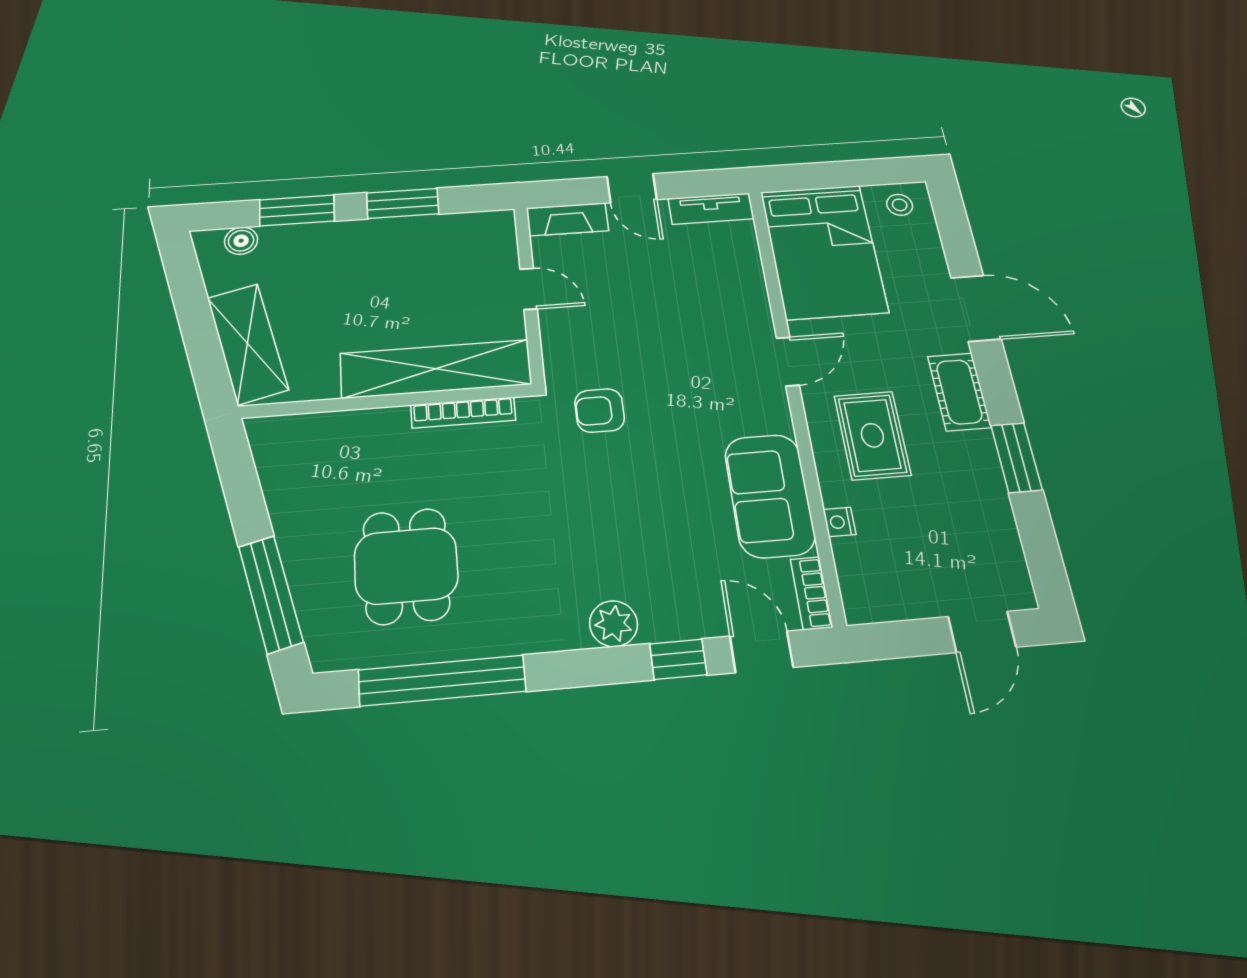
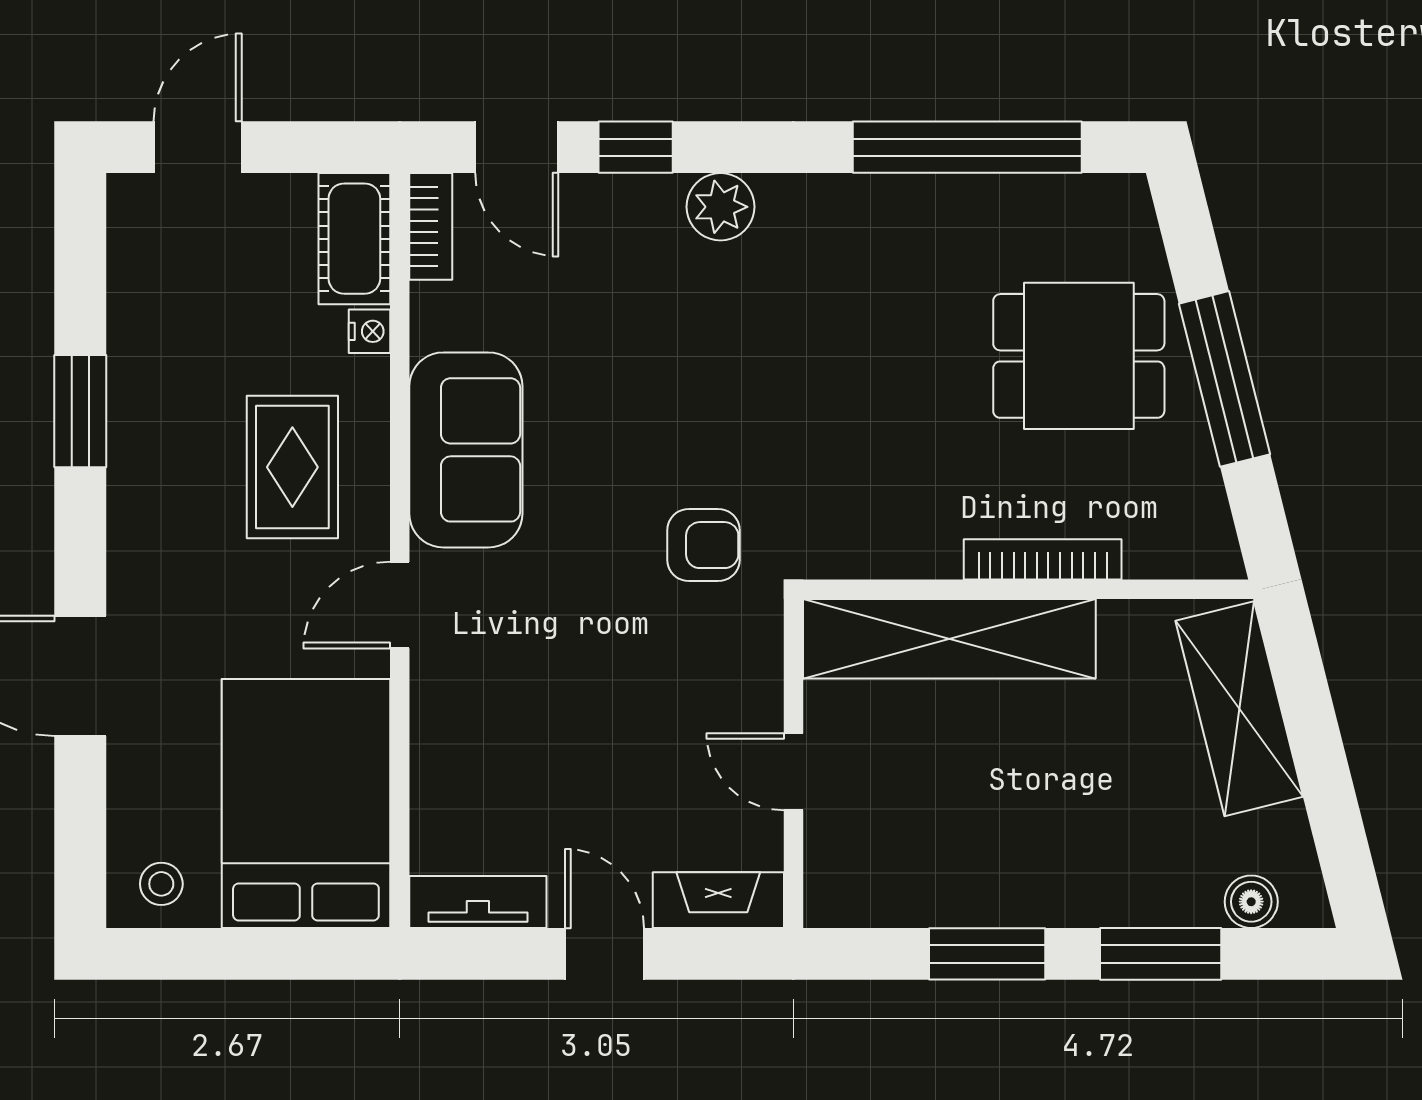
cot: (959, 392) -> (354, 239), moved
bookcase: (463, 413) -> (1043, 559), moved
sofa: (770, 495) -> (466, 450), moved
dining table: (406, 566) -> (1079, 356), moved, turned 90
window: (271, 594) -> (1224, 379), moved

